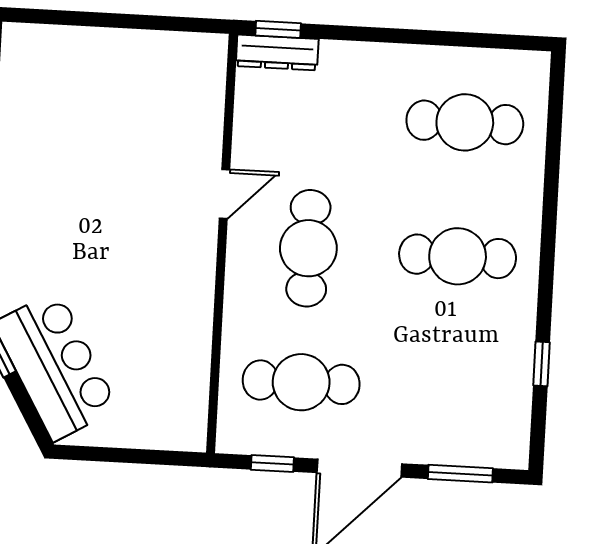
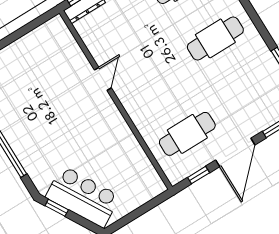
cafe table: (308, 248) -> (152, 77), removed

